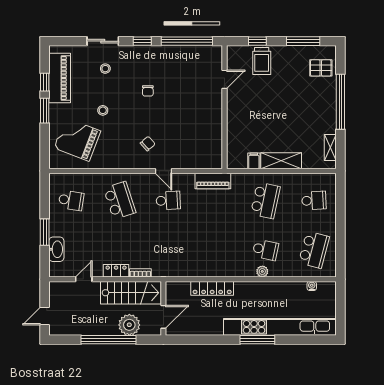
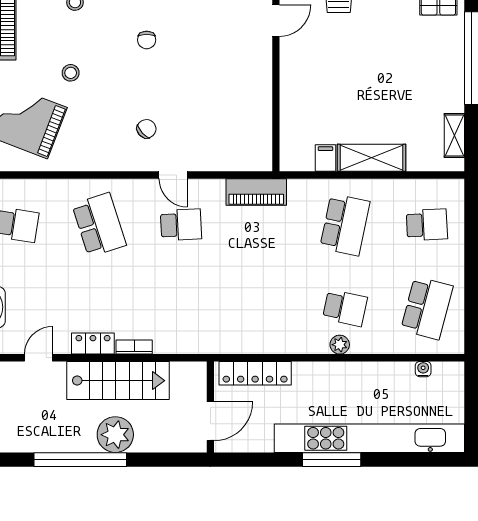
wall: (163, 308) -> (210, 407), moved
door: (163, 317) -> (210, 421), moved

